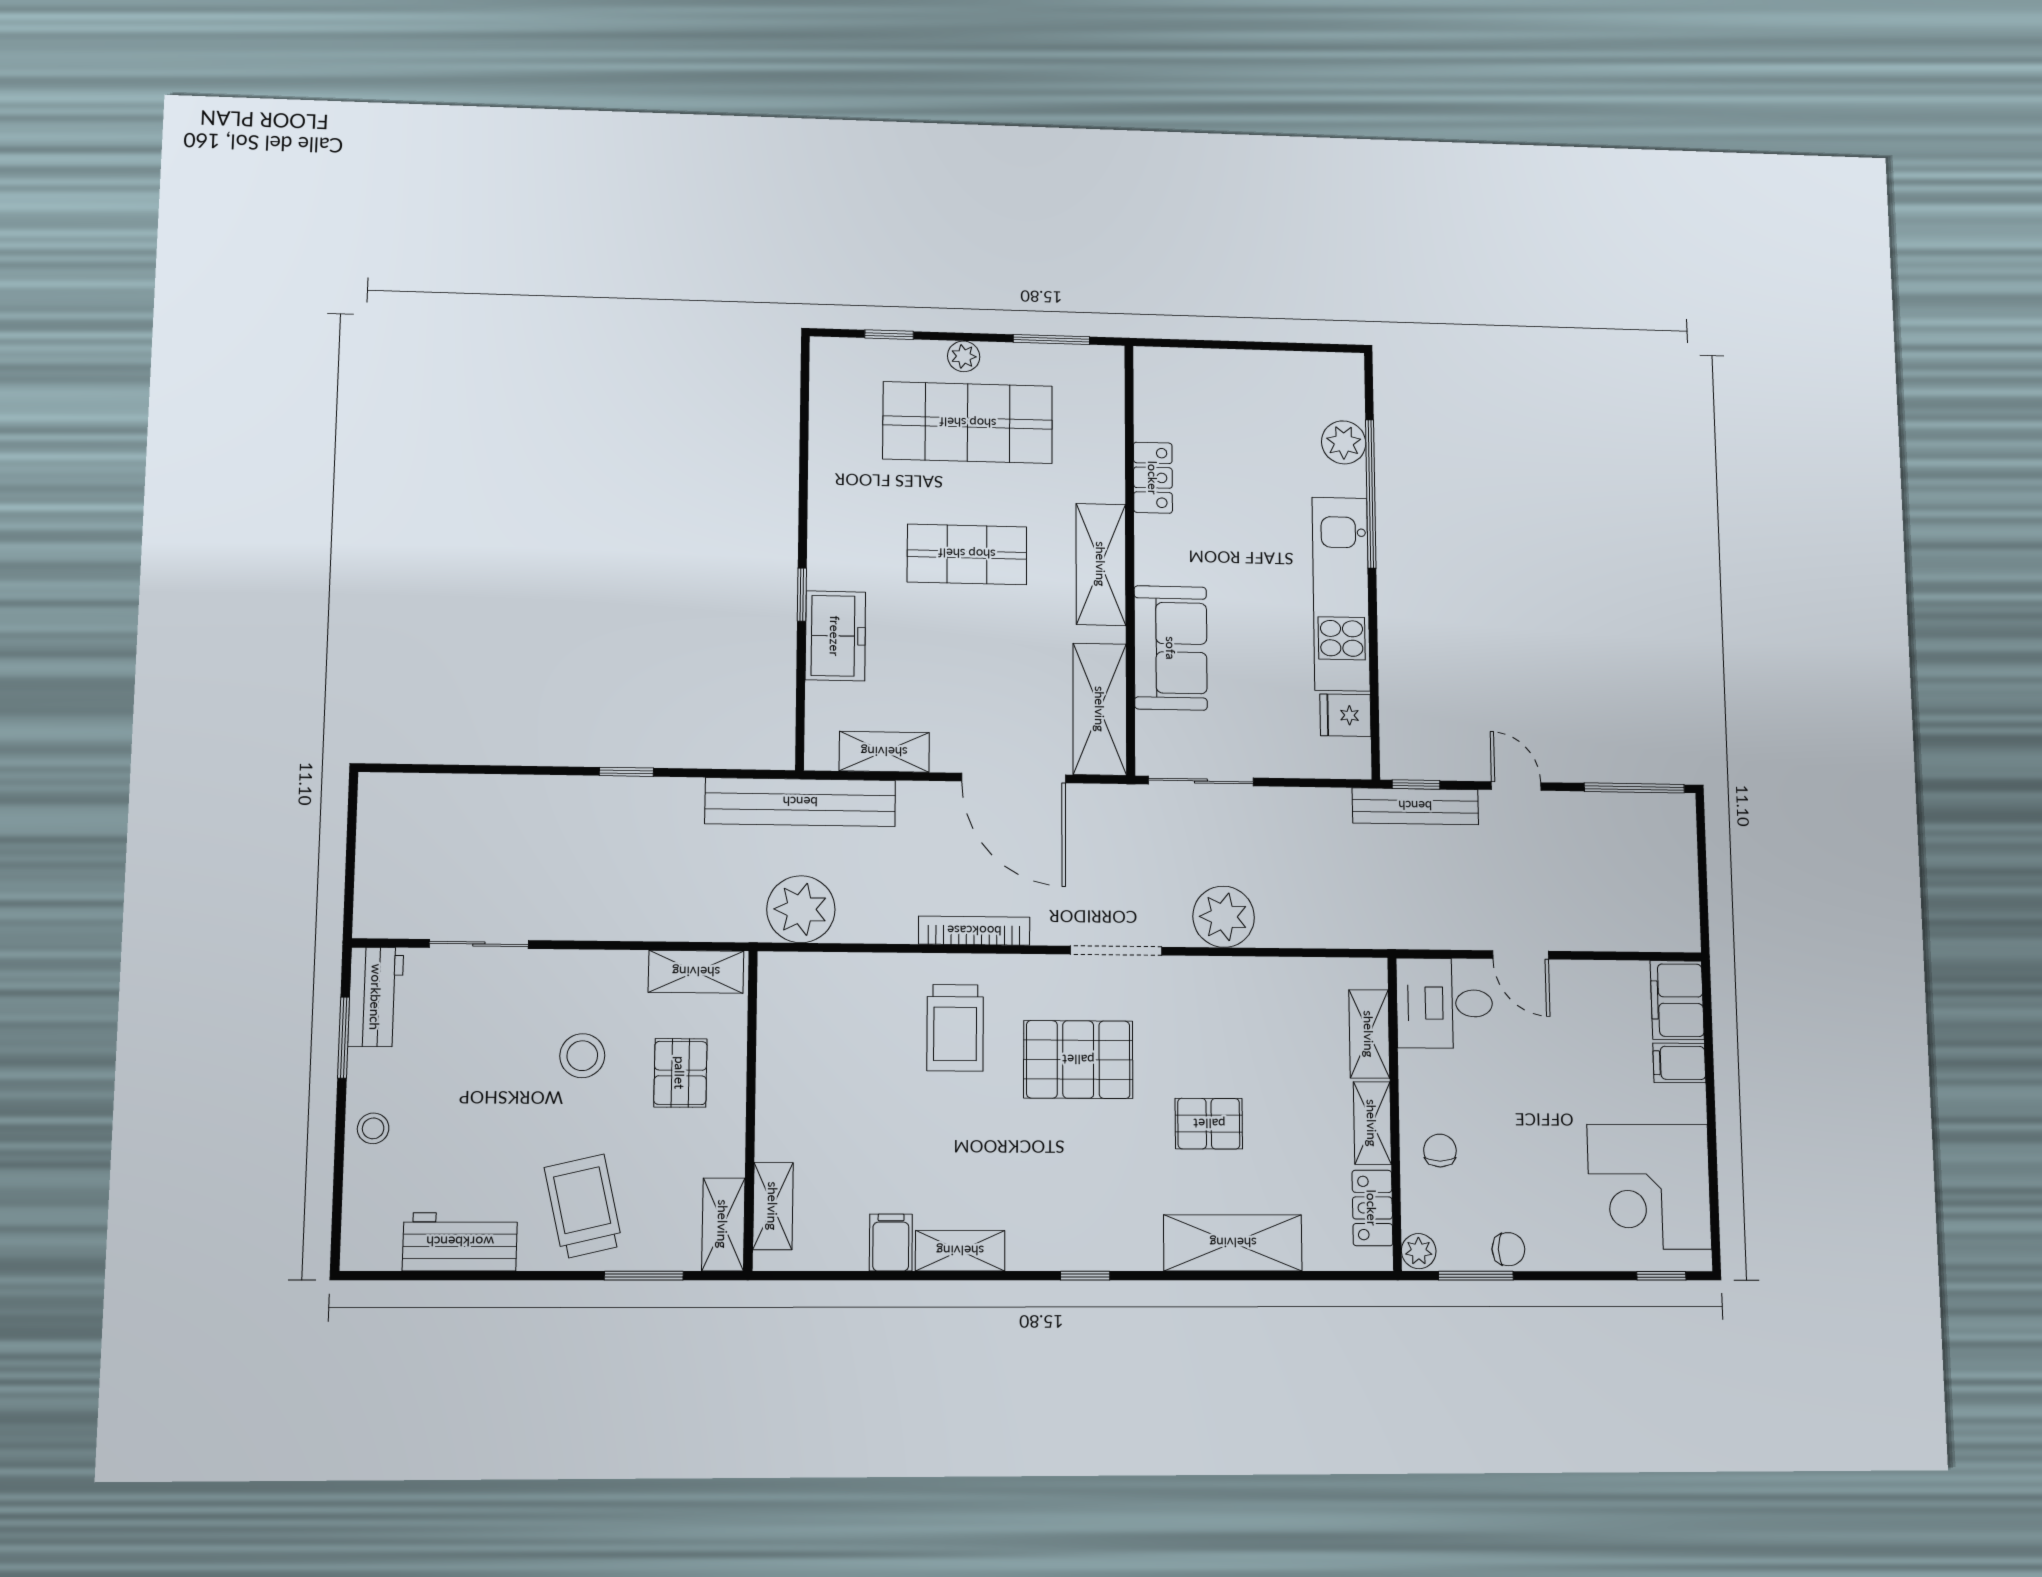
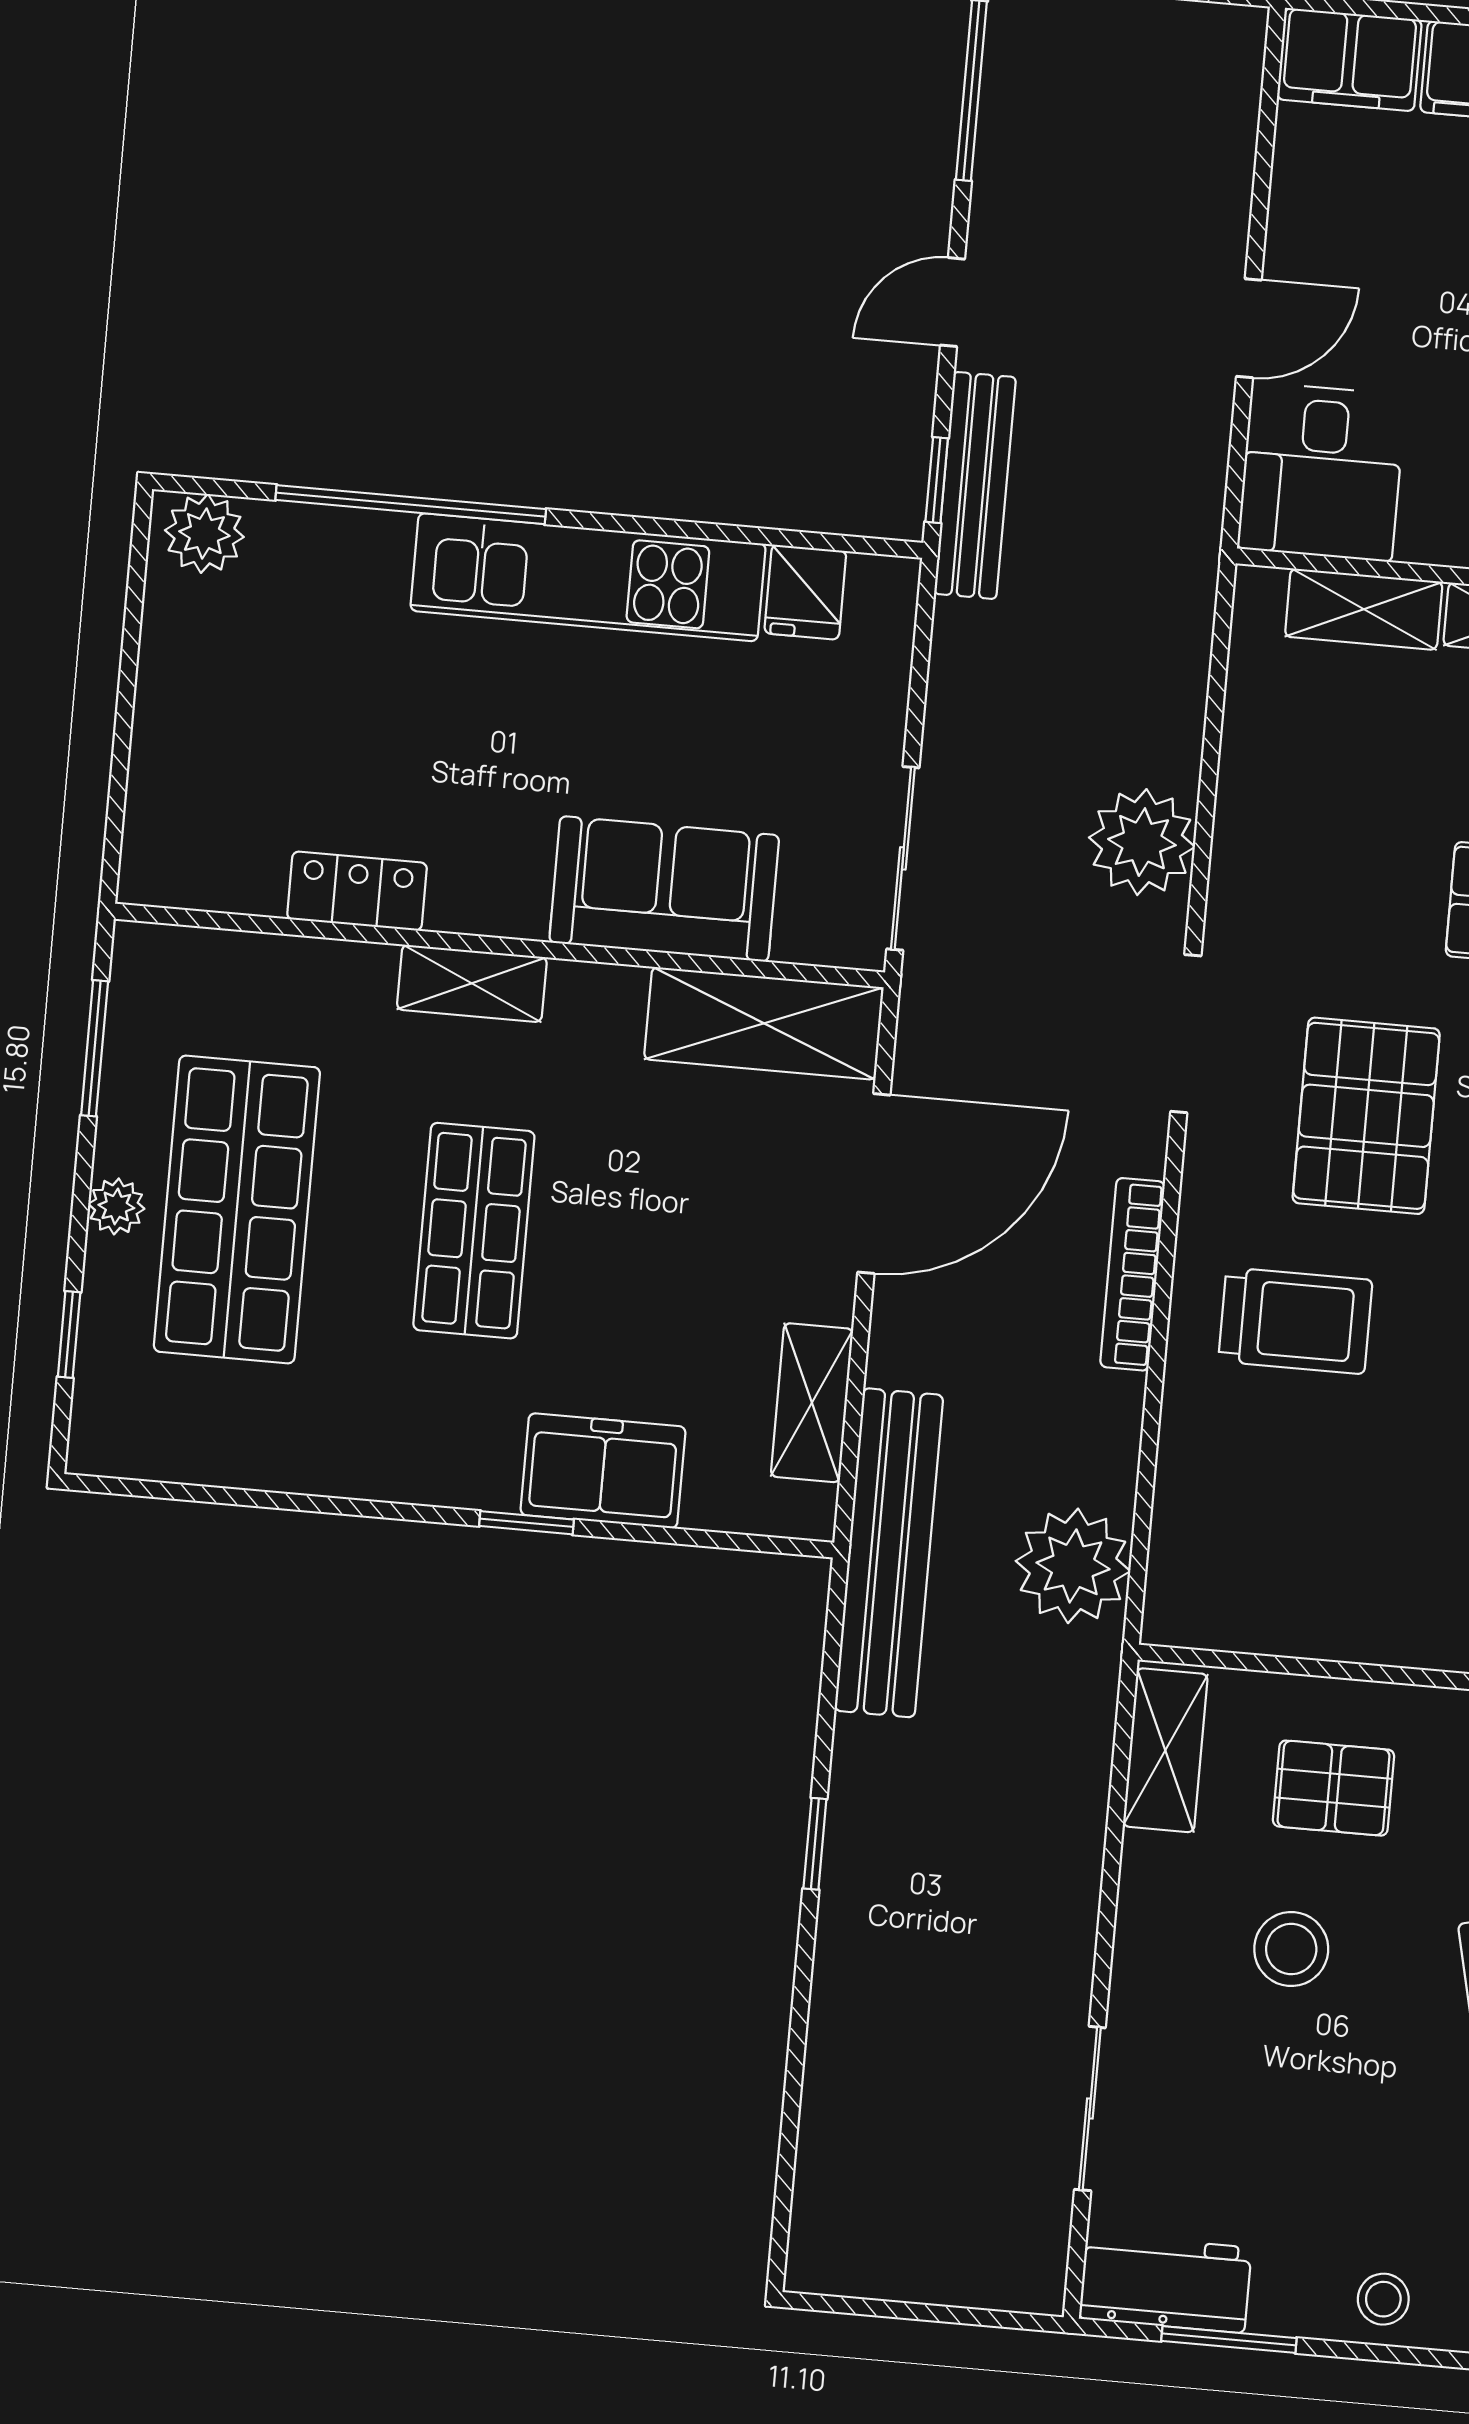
plant: (1344, 442) -> (204, 534), moved
shelving: (1101, 564) -> (472, 983), width x0.67, depth x0.75

